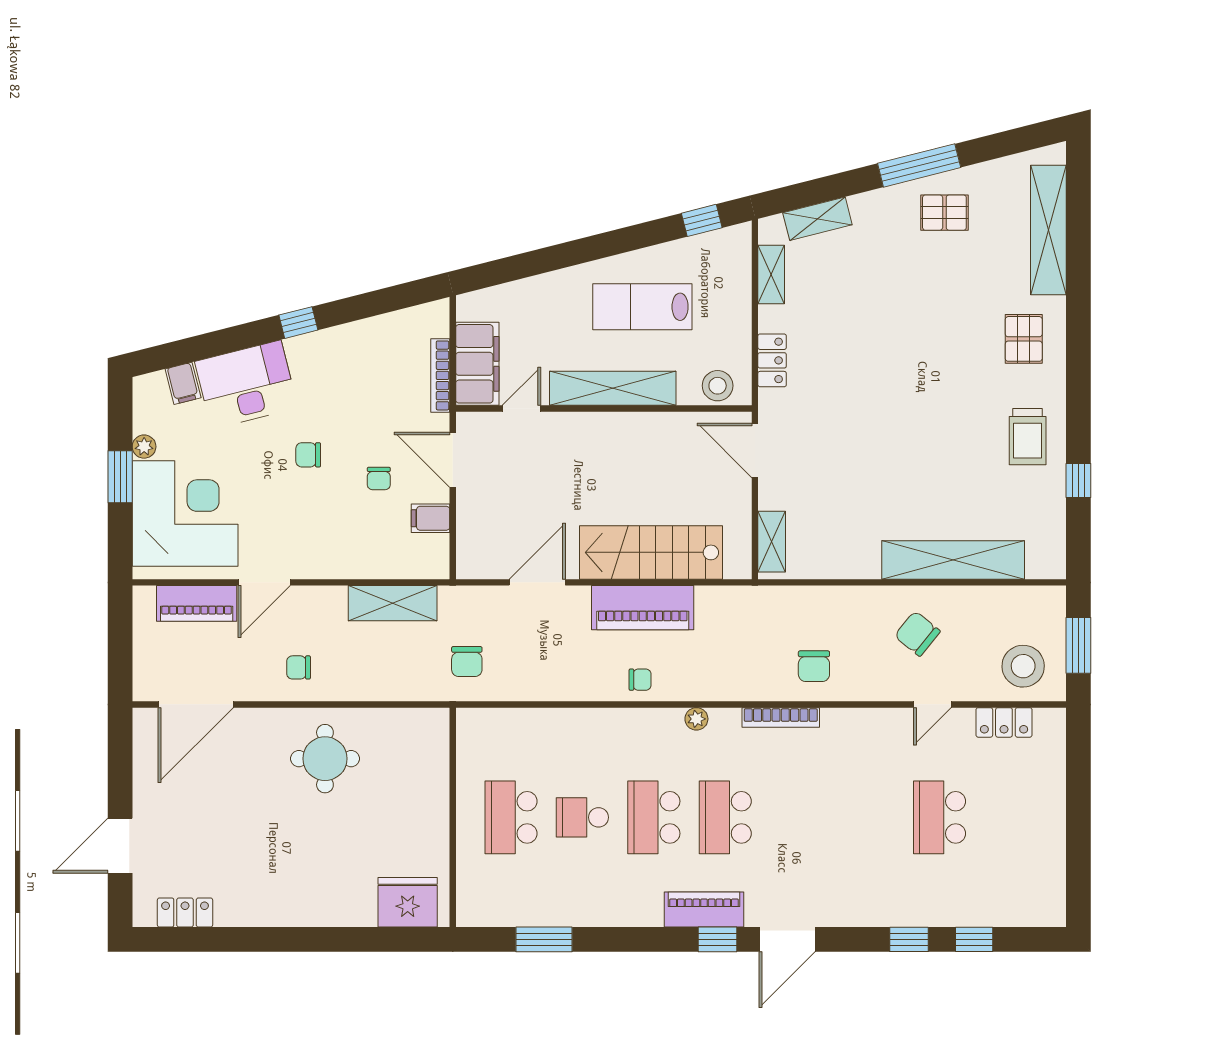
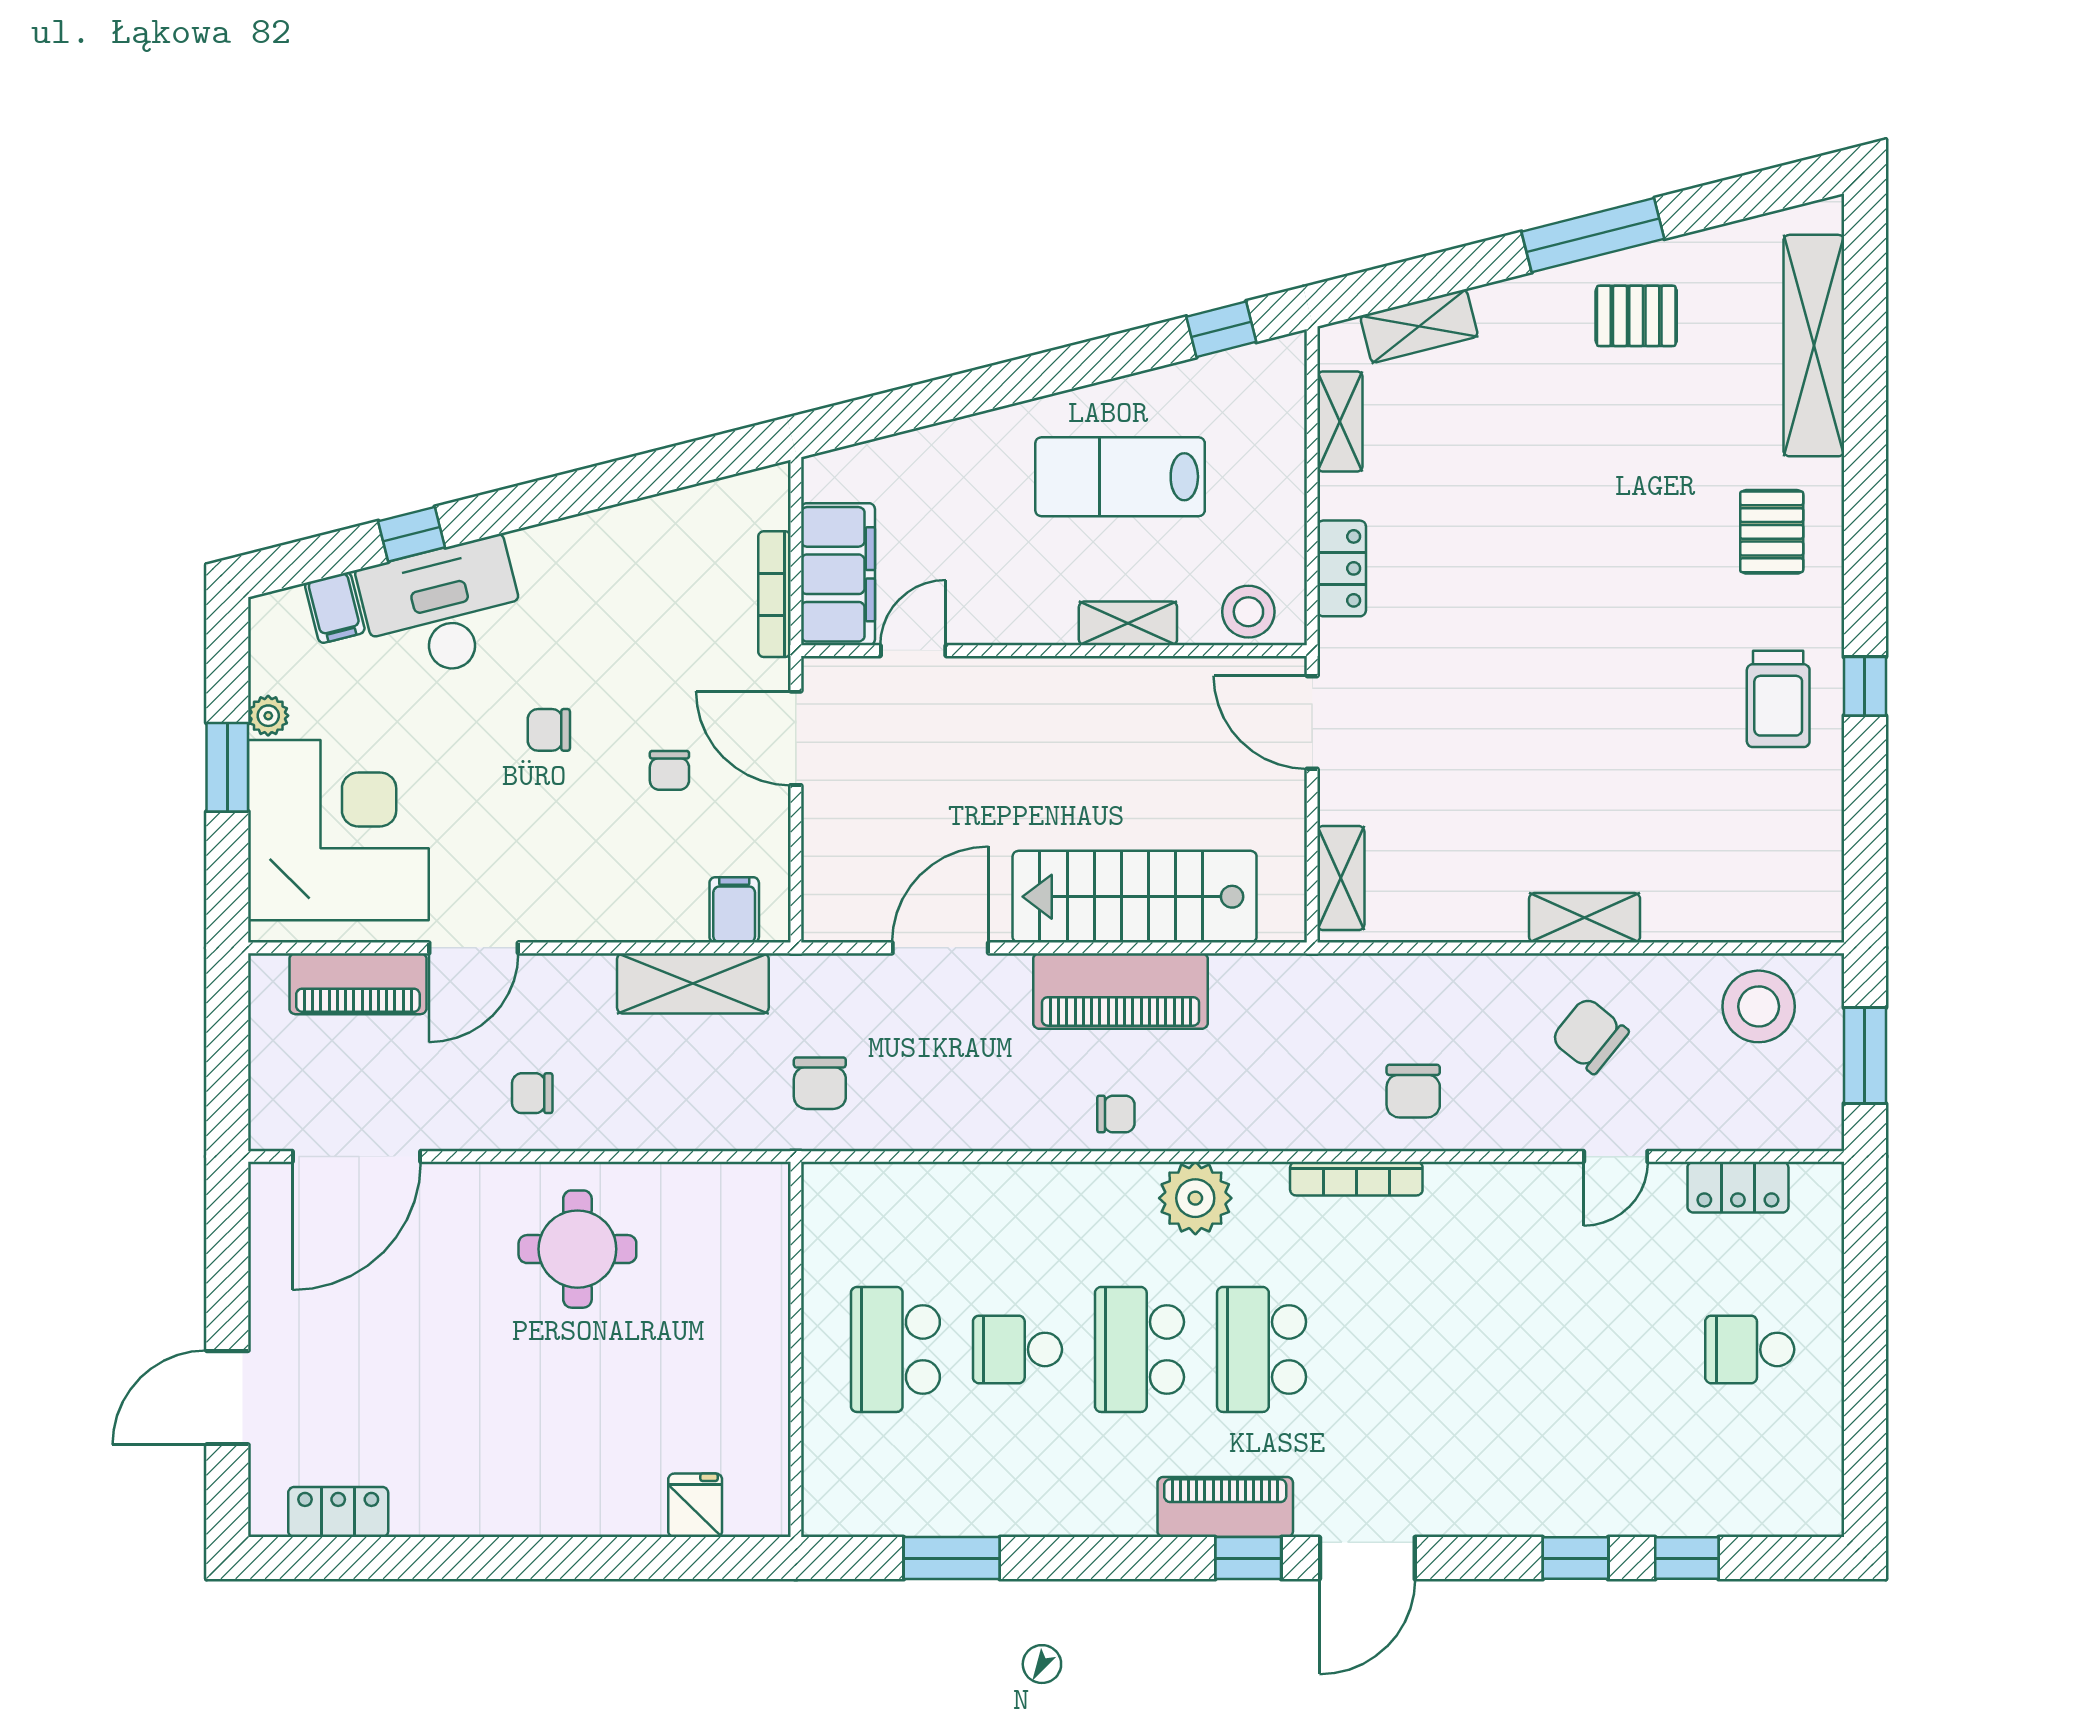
window: (298, 323) -> (412, 534), moved
shelving: (613, 388) -> (1128, 623), width x0.45, depth x0.75
window: (1078, 480) -> (1865, 686), moved
filing cabinet: (431, 518) -> (734, 910), moved, turned 90
shelving: (953, 560) -> (1585, 918), width x0.45, depth x0.75
stool: (1023, 666) -> (1759, 1006), moved
plant: (696, 719) -> (1195, 1198), width x1.87, depth x1.87
school desk: (939, 817) -> (1750, 1349), moved, width x0.54
fridge: (408, 902) -> (695, 1505), width x0.53, depth x0.75

